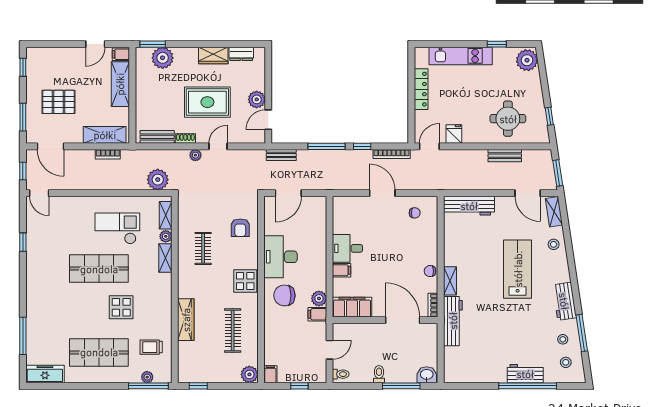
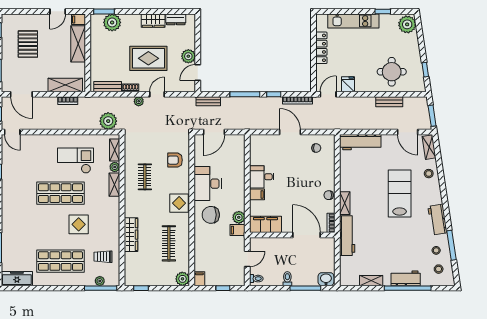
pallet: (59, 102) -> (28, 44), moved, turned 90
armchair: (240, 228) -> (175, 160), turned 90
shelving: (483, 377) -> (371, 281), added

